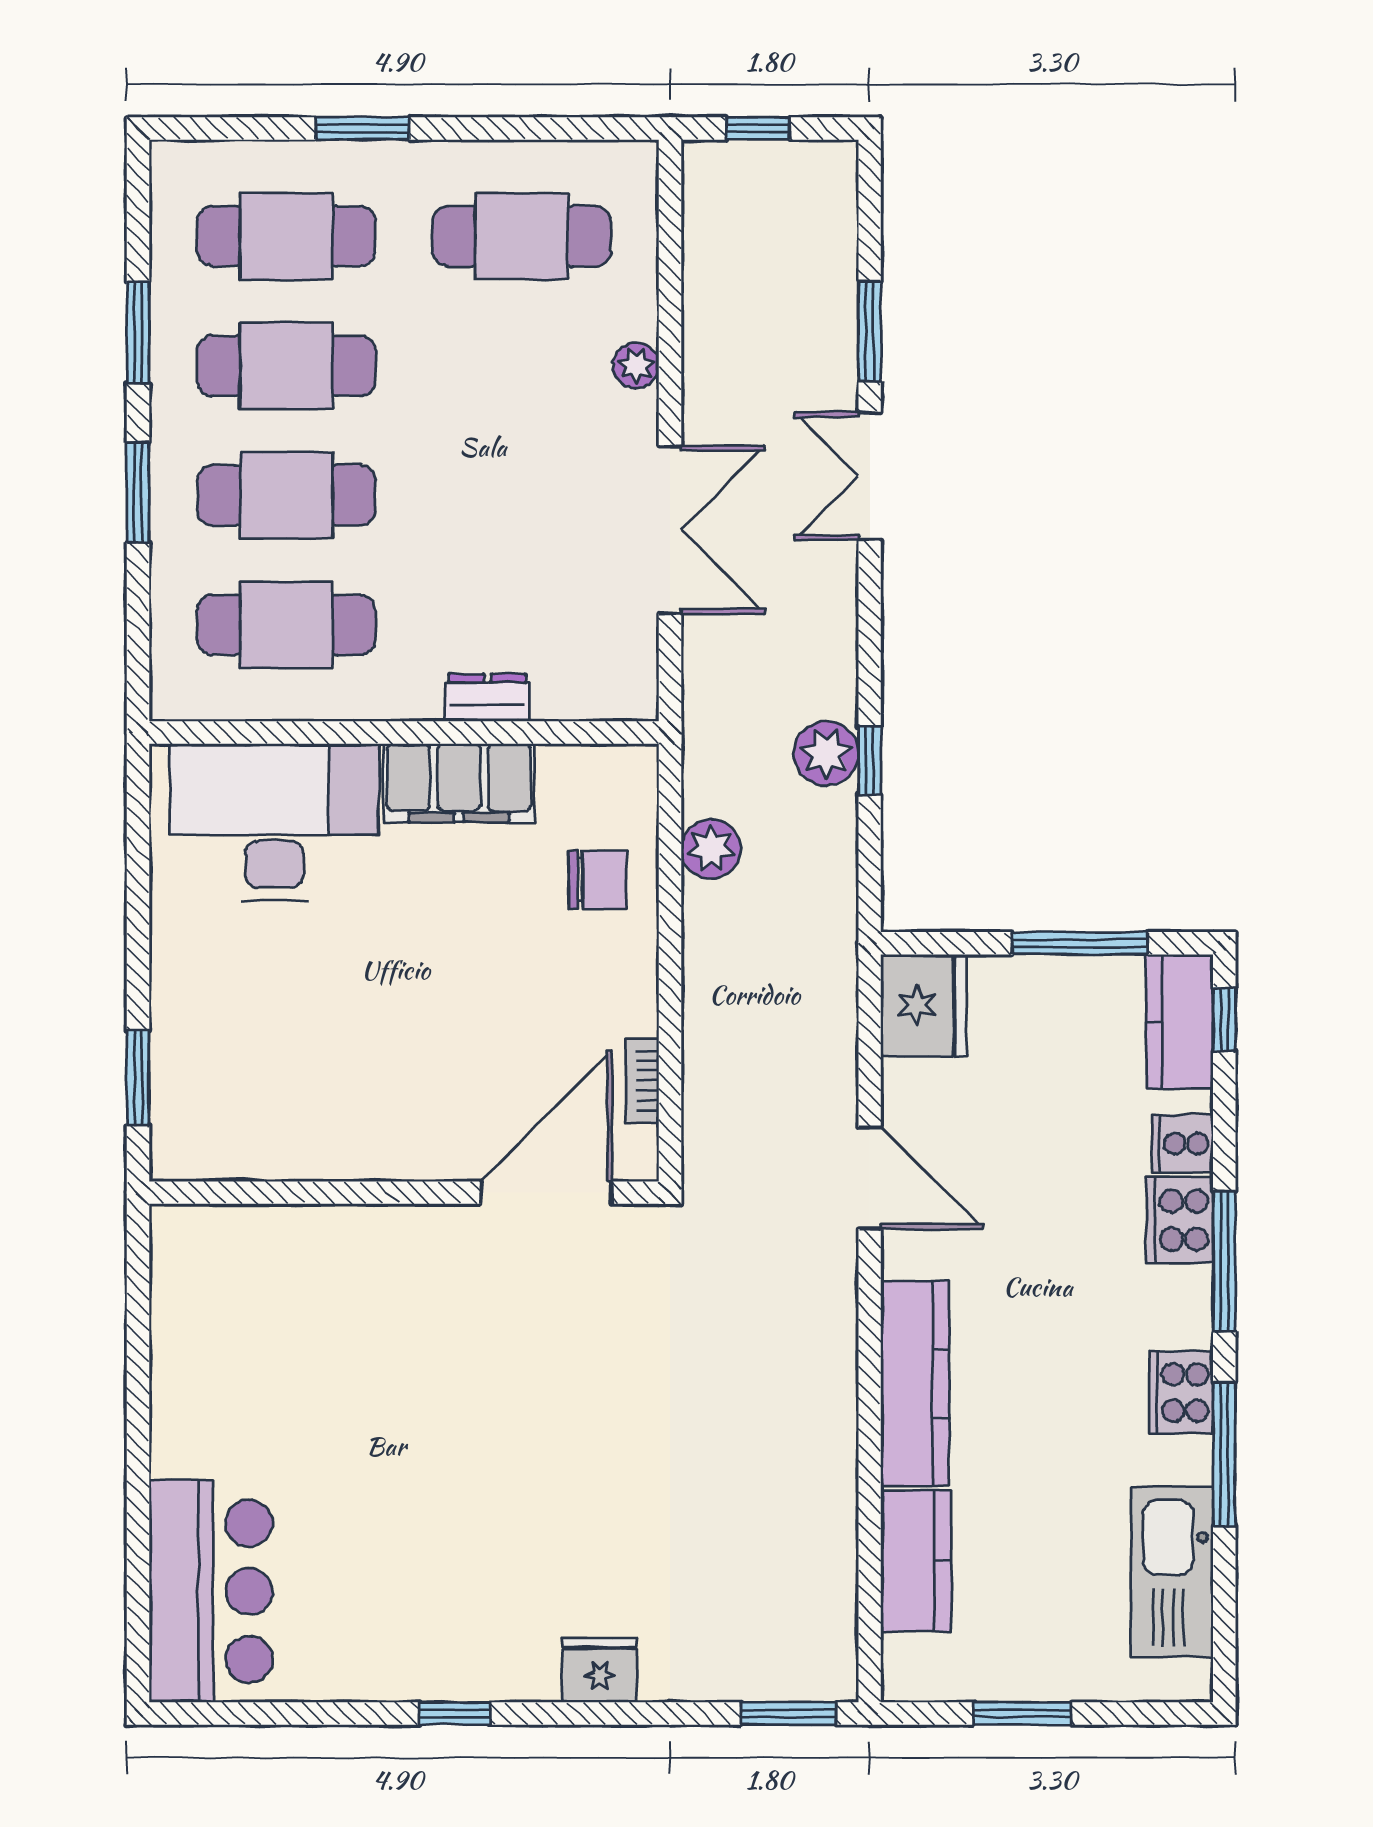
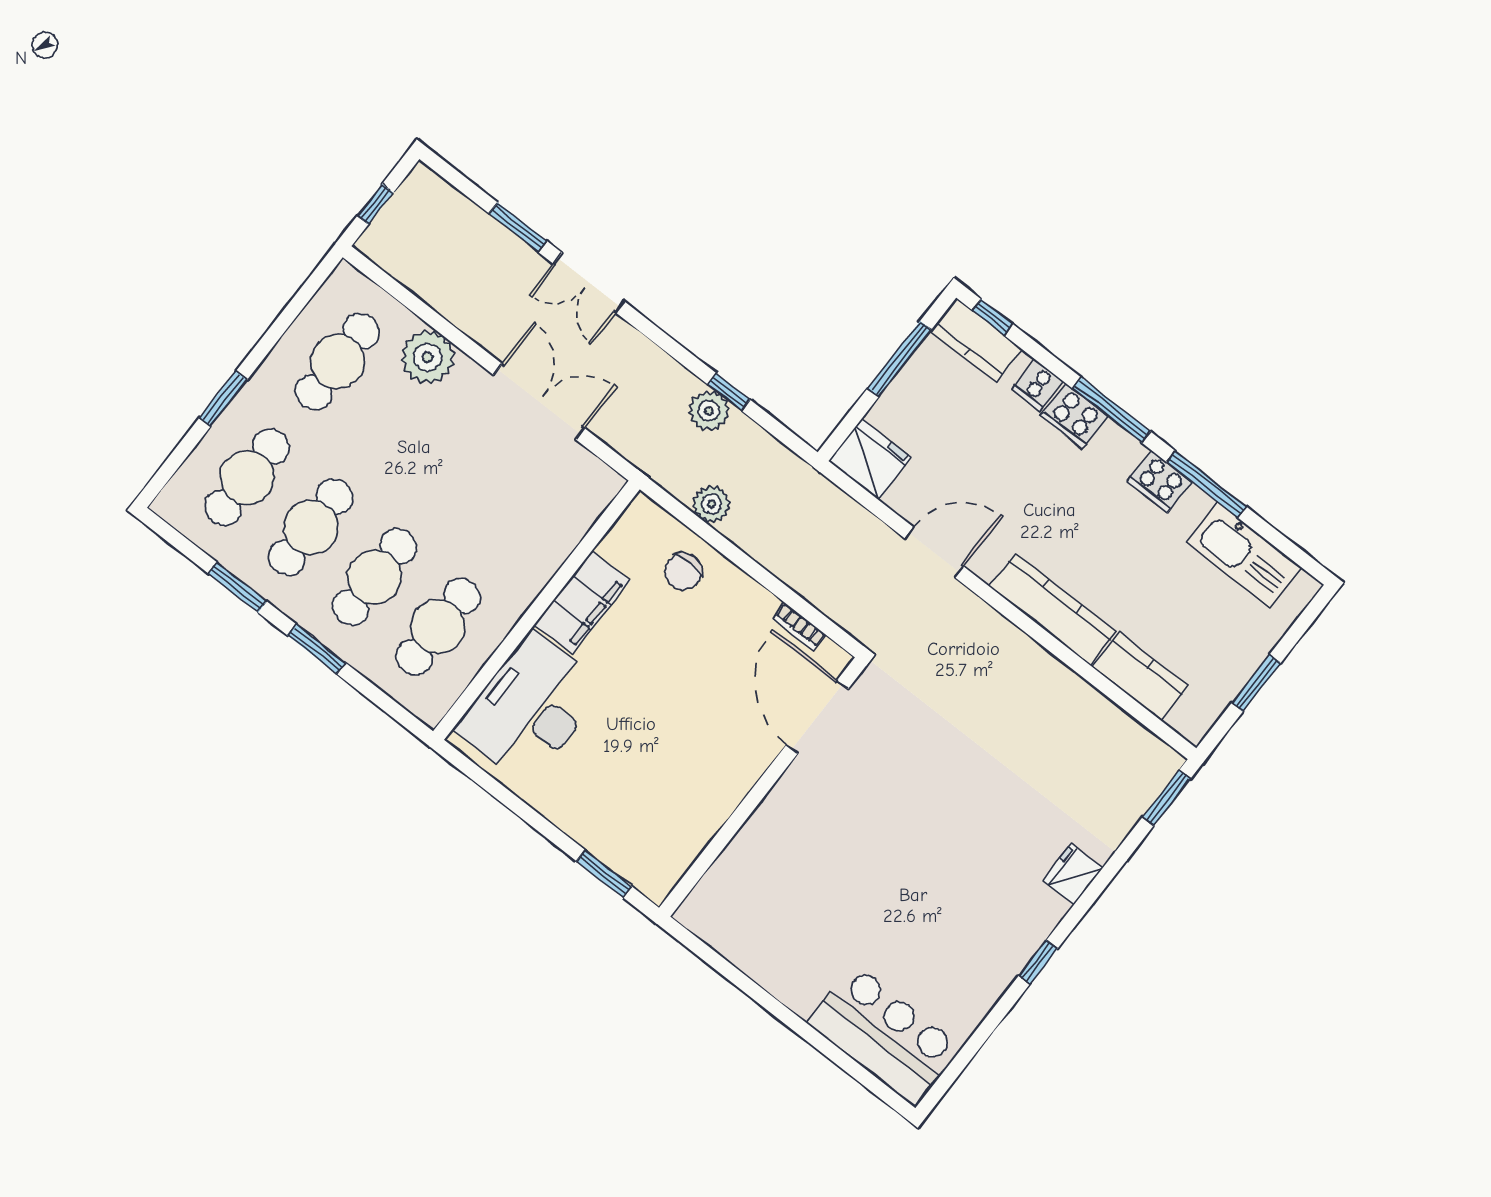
plant: (636, 366) -> (428, 357), width x1.88, depth x1.88
dresser: (487, 698) -> (551, 556), removed
chair: (598, 880) -> (683, 571), turned 180

